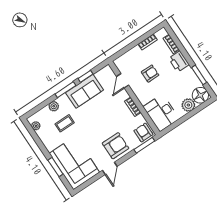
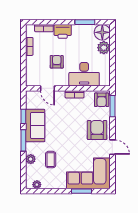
desk: (161, 113) -> (84, 74), moved
armchair: (143, 133) -> (102, 100), turned -90

